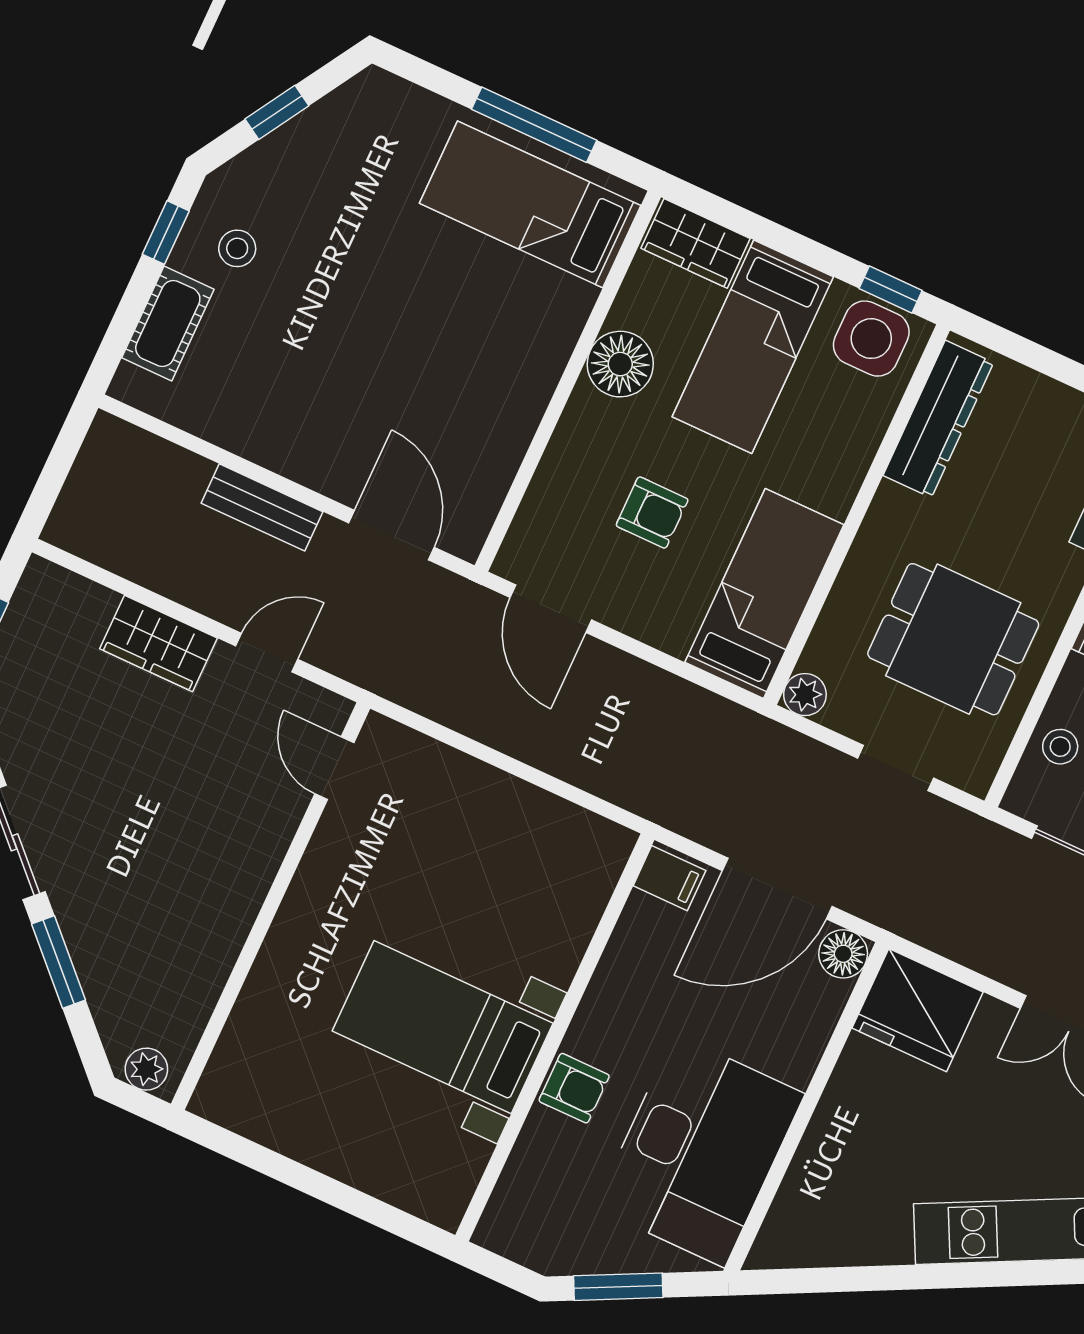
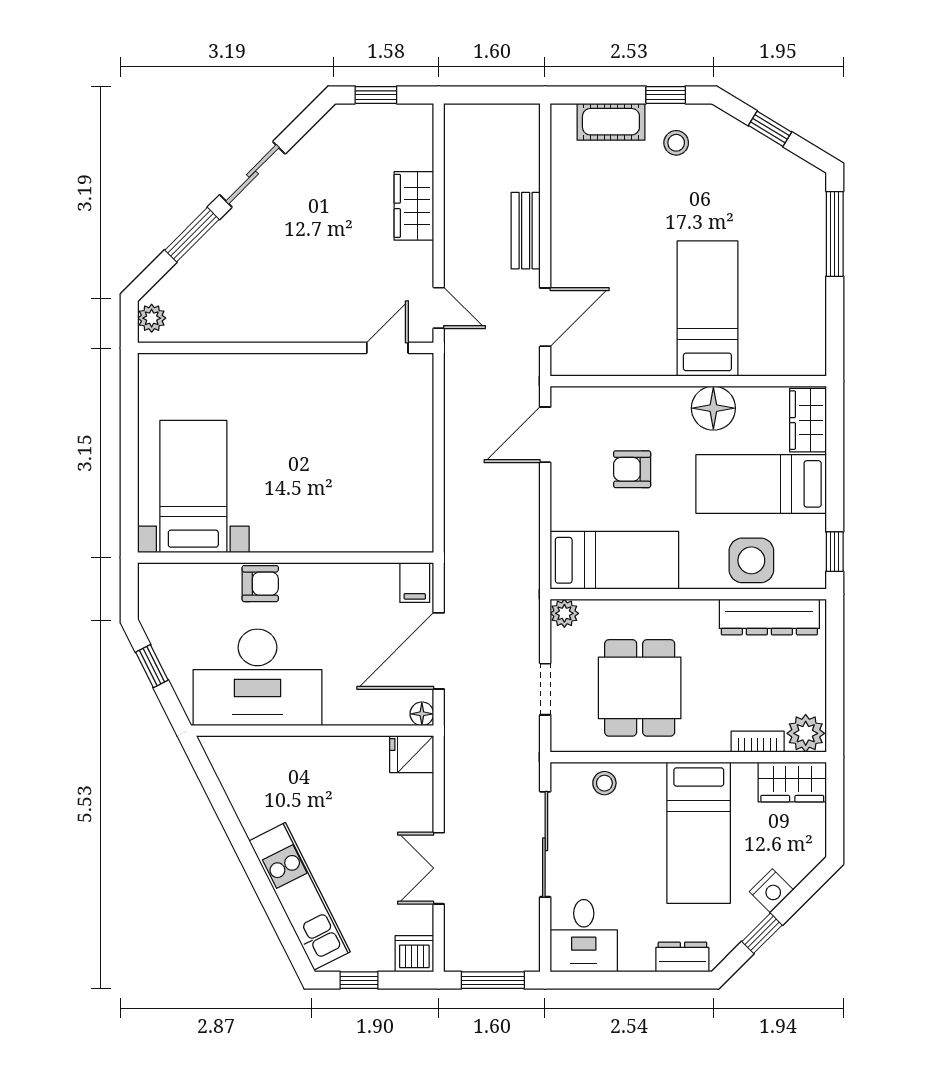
window: (534, 125) -> (835, 234), moved
bed: (530, 204) -> (707, 309), moved
side table: (871, 339) -> (751, 560), moved
armchair: (652, 513) -> (632, 469), turned 90
door: (267, 653) -> (439, 308), moved
door: (777, 888) -> (439, 651), hinge flipped
floor lamp: (843, 954) -> (422, 714), width x0.73, depth x0.73
fridge: (918, 1010) -> (412, 754), width x0.53, depth x0.75
bed with nightstands: (443, 1027) -> (193, 486), moved
armchair: (574, 1088) -> (260, 584), turned -90
window: (618, 1287) -> (152, 666), width x0.67

